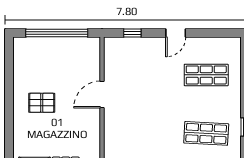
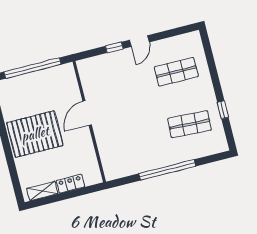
window: (132, 33) -> (114, 47), moved
pallet: (42, 103) -> (35, 134), width x2.05, depth x2.00

